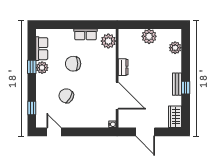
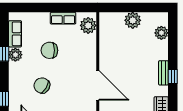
dresser: (123, 67) -> (104, 54), removed

